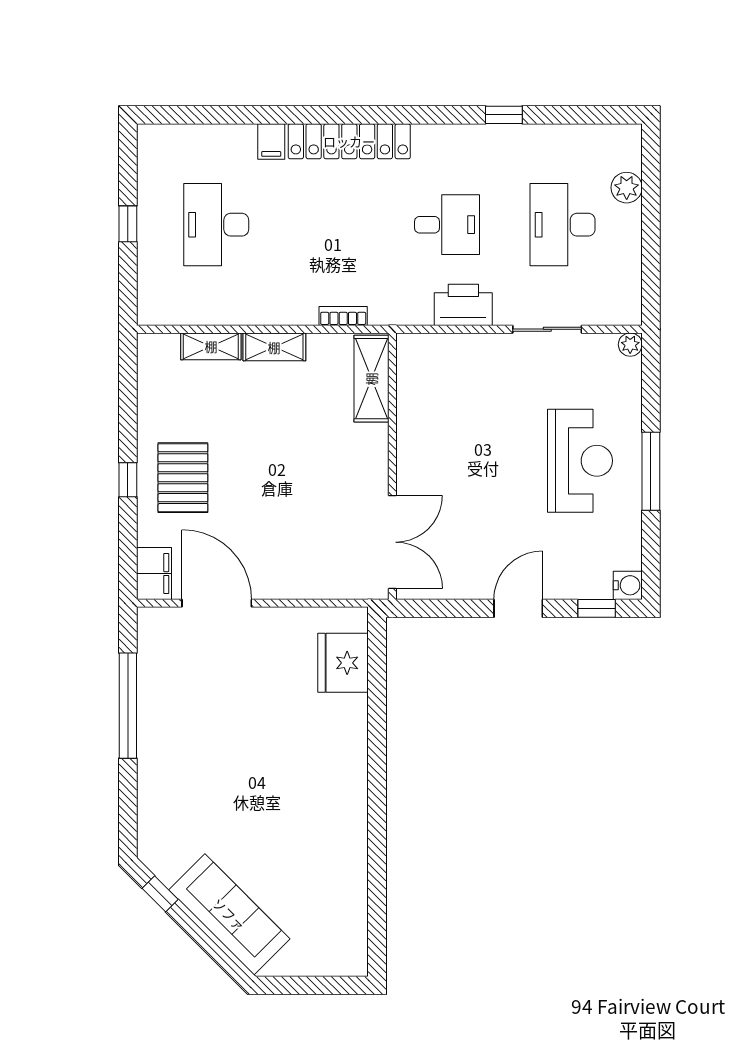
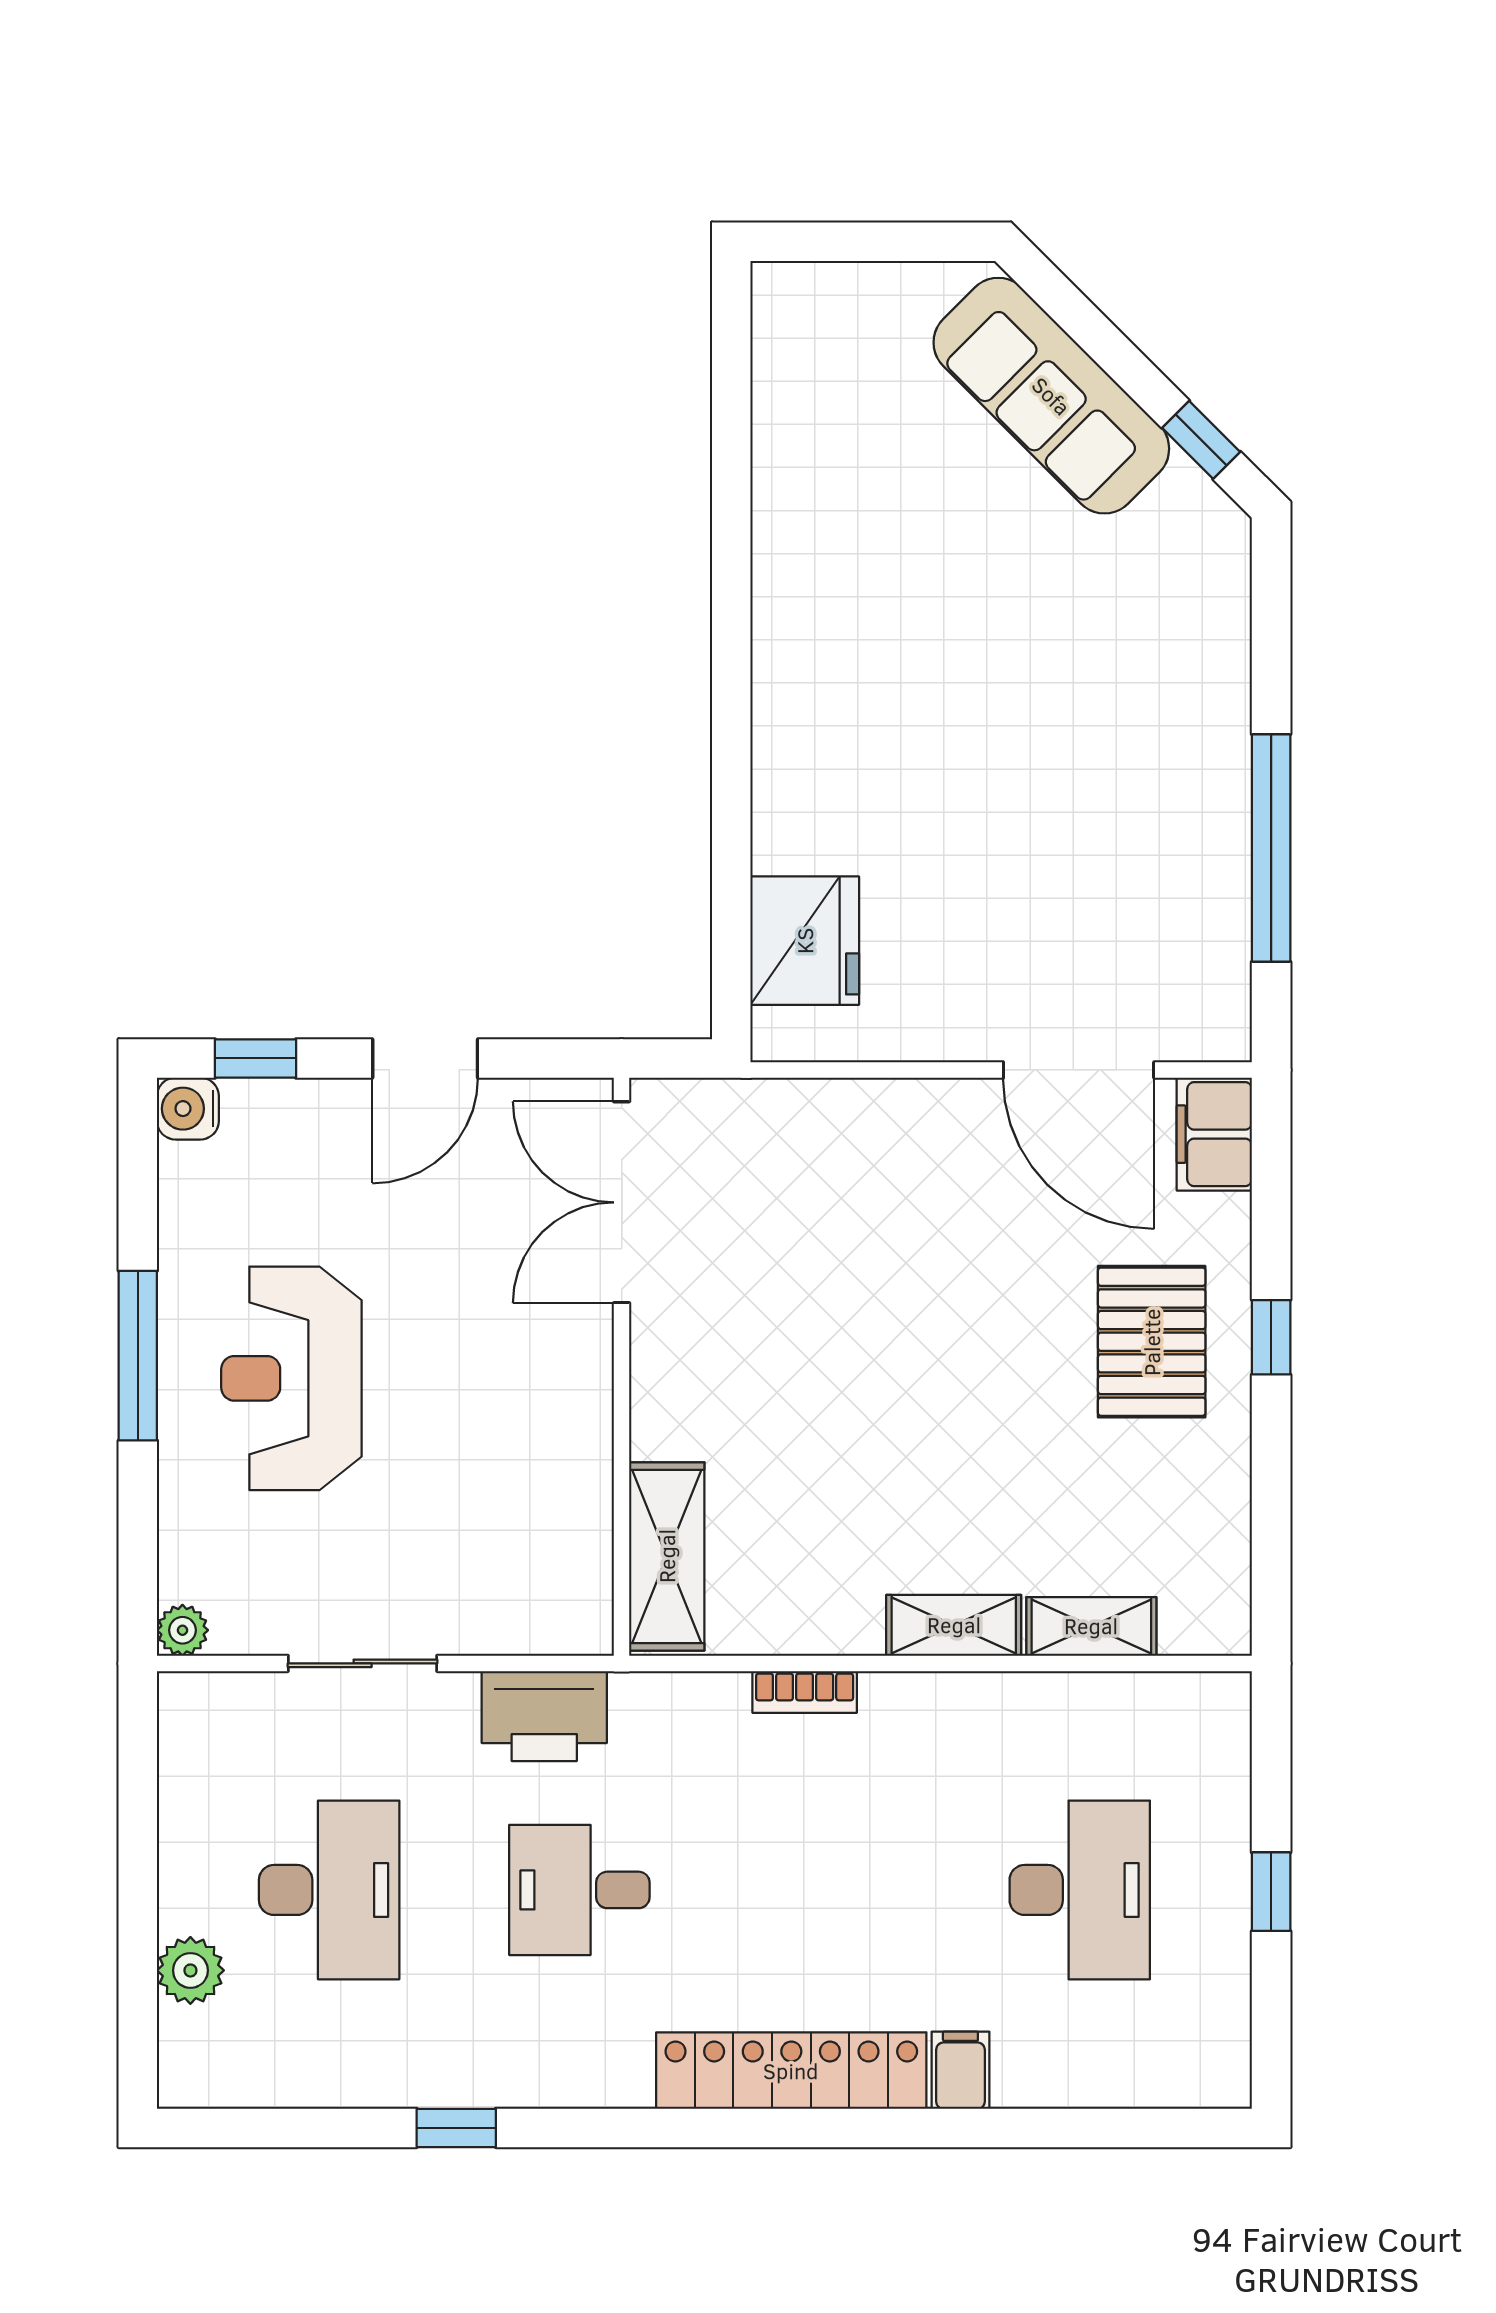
shelving: (371, 379) -> (667, 1556), moved
wall: (392, 466) -> (622, 1367), moved
double door: (392, 542) -> (622, 1202), moved

